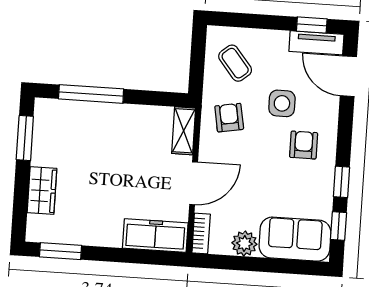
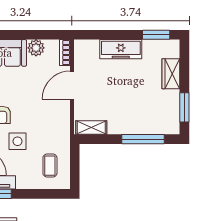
coffee table: (235, 63) -> (50, 166), turned 39
armchair: (229, 118) -> (51, 130), removed
shelving: (184, 131) -> (91, 127), moved, turned 90
freezer: (155, 236) -> (121, 49), moved

